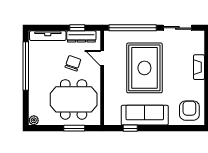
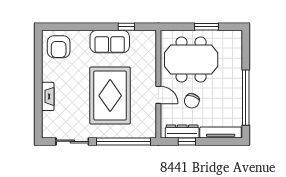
door: (102, 58) -> (158, 95), moved
sofa: (145, 115) -> (110, 42), width x0.73
plant: (34, 120) -> (237, 36), removed
window: (74, 128) -> (207, 27), moved

